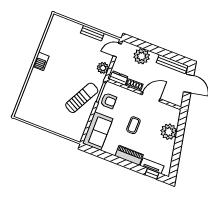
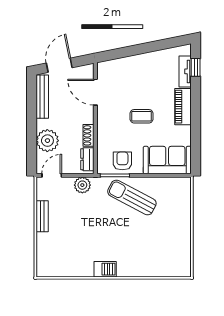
door: (117, 50) -> (52, 175), swing flipped
door: (151, 97) -> (95, 92), moved
plant: (169, 132) -> (132, 67), removed

